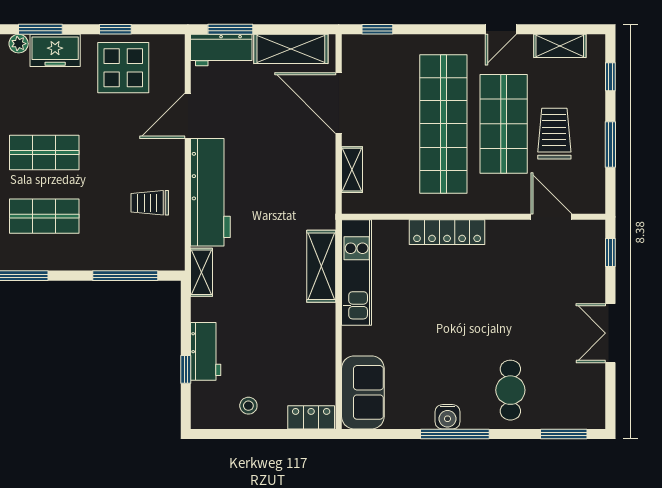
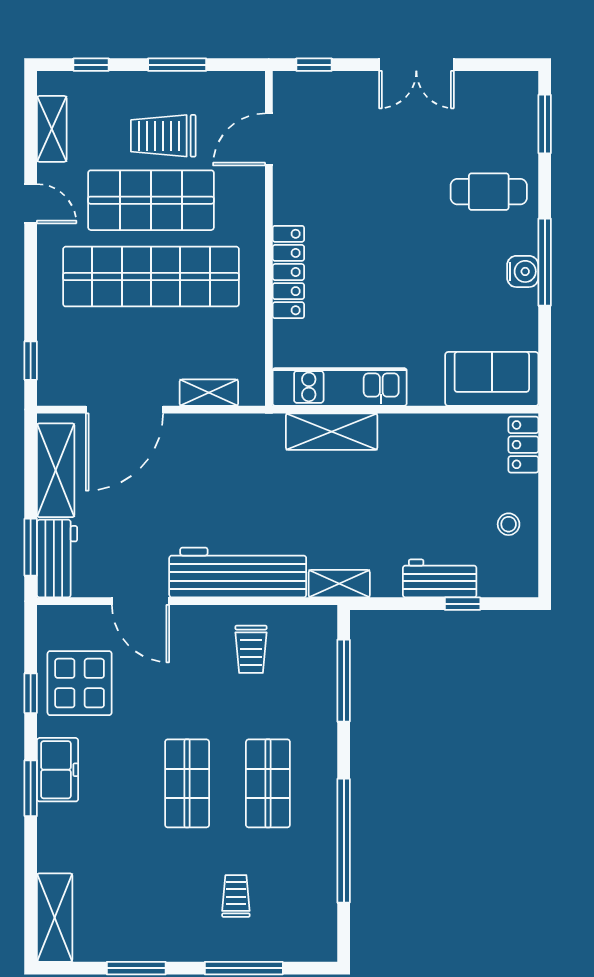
plant: (19, 44) -> (49, 816), removed

